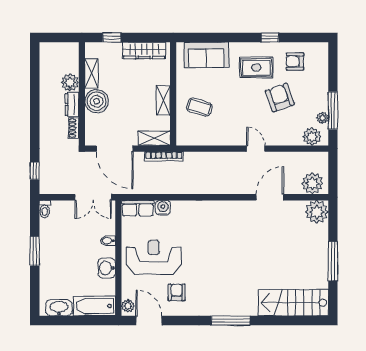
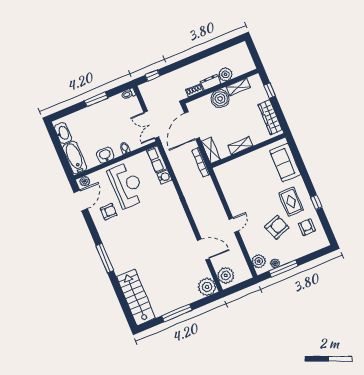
coffee table: (199, 107) -> (246, 173), removed

